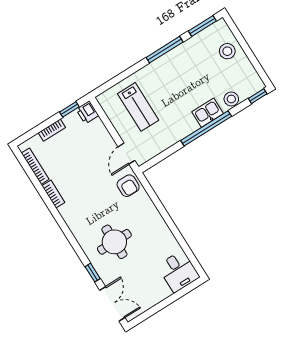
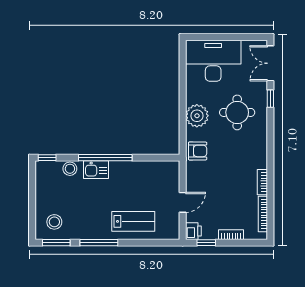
stool: (227, 51) -> (54, 222), moved
lab bench: (138, 107) -> (133, 221), moved, turned 90
door: (127, 154) -> (183, 202), moved
armchair: (128, 186) -> (198, 151), turned 90
plant: (148, 217) -> (197, 116), added
desk: (178, 271) -> (213, 61), width x1.87, depth x1.30

